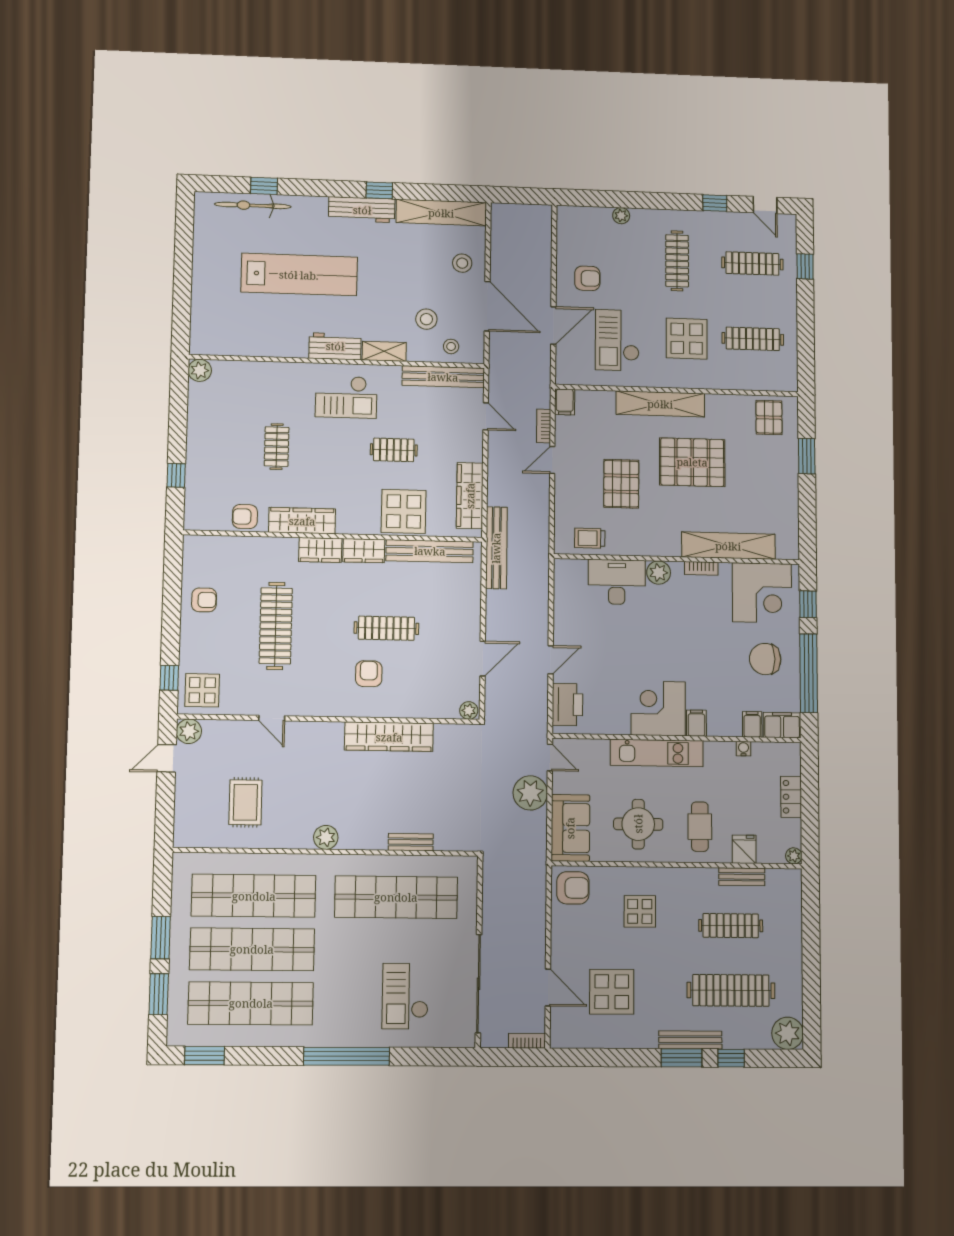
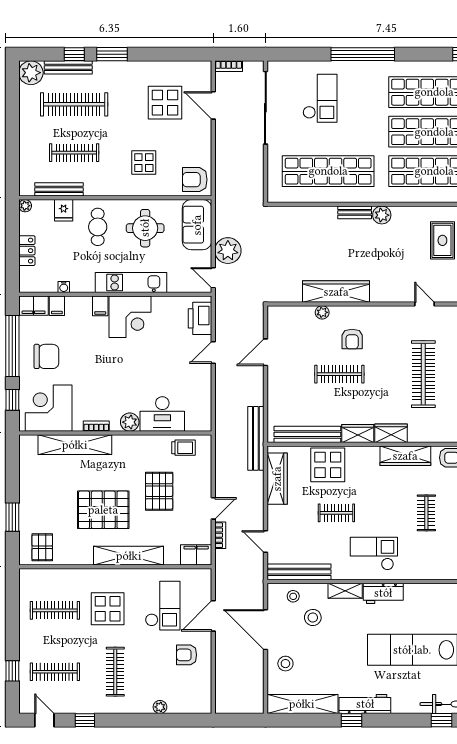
filing cabinet: (565, 402) -> (196, 555), width x2.00
plant: (469, 711) -> (322, 312), moved
bench: (411, 842) -> (355, 212), moved
bench: (742, 877) -> (59, 189), width x1.36
bench: (690, 1040) -> (68, 67), moved

